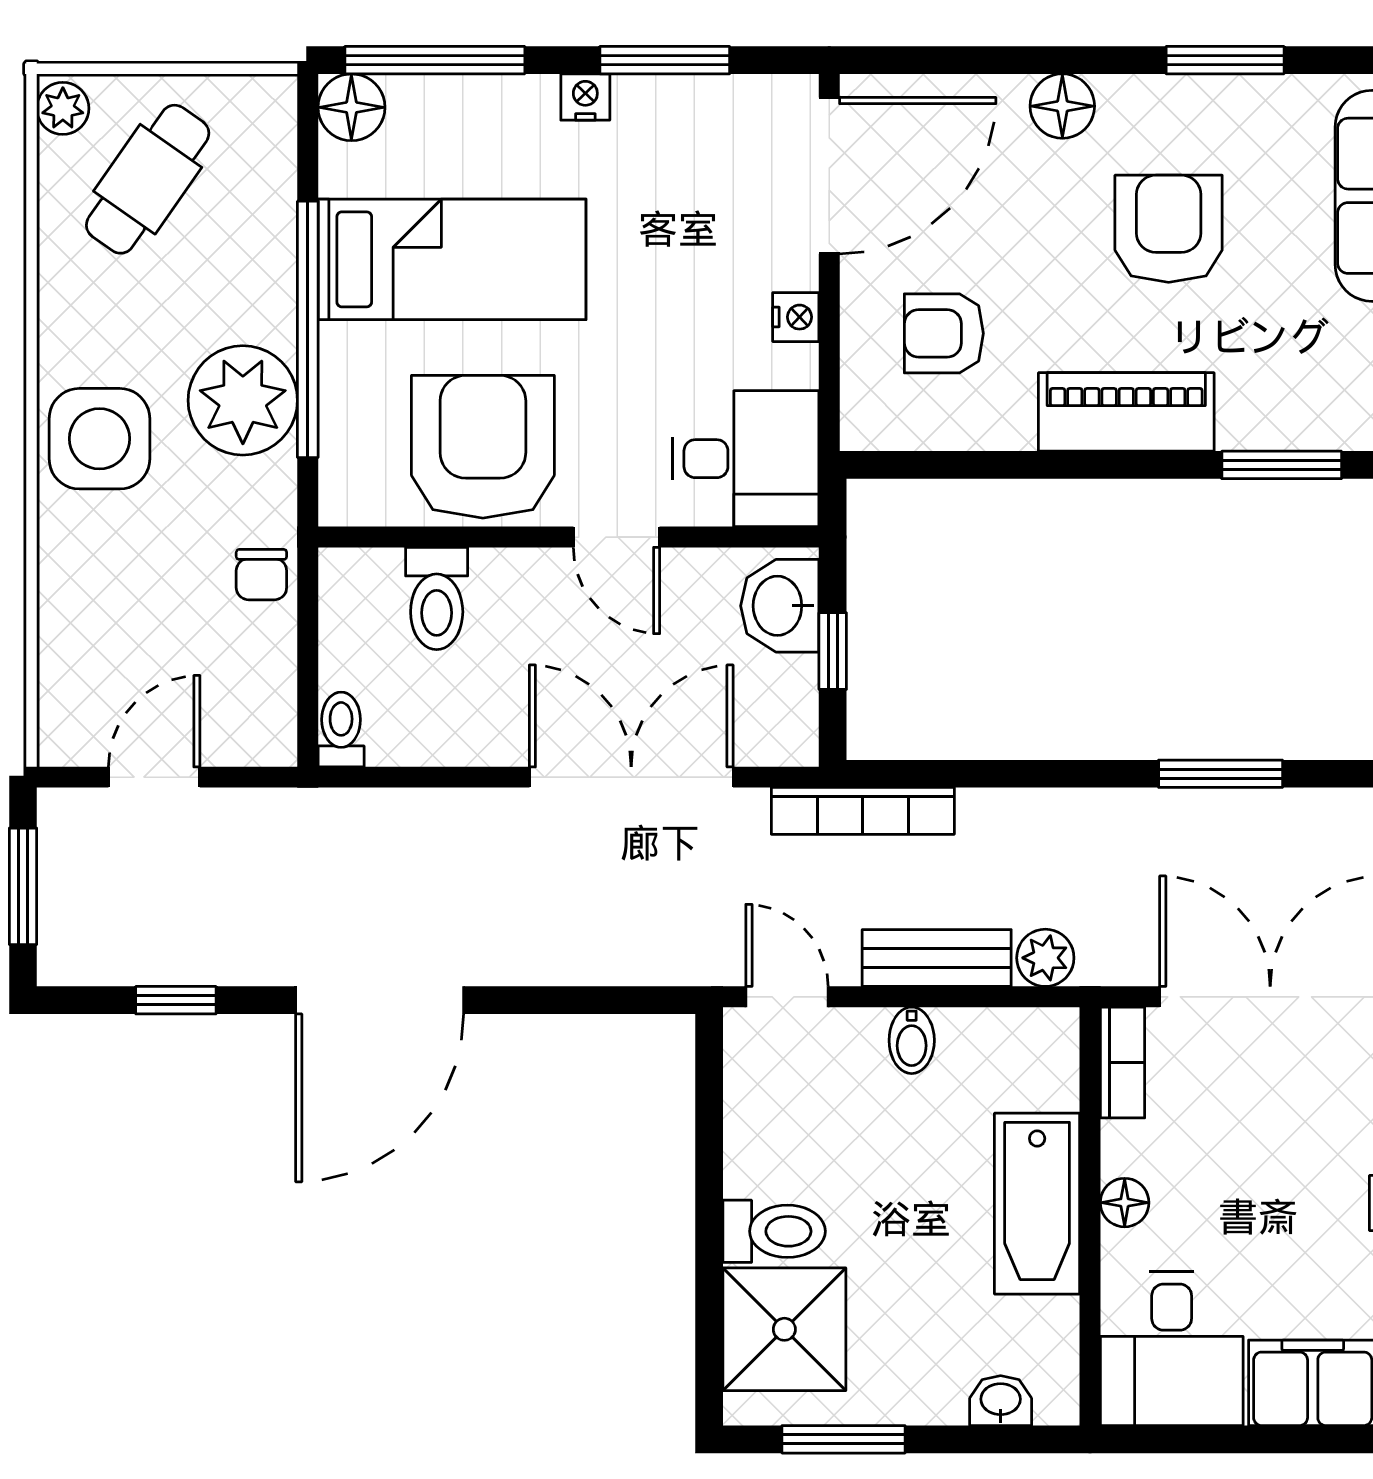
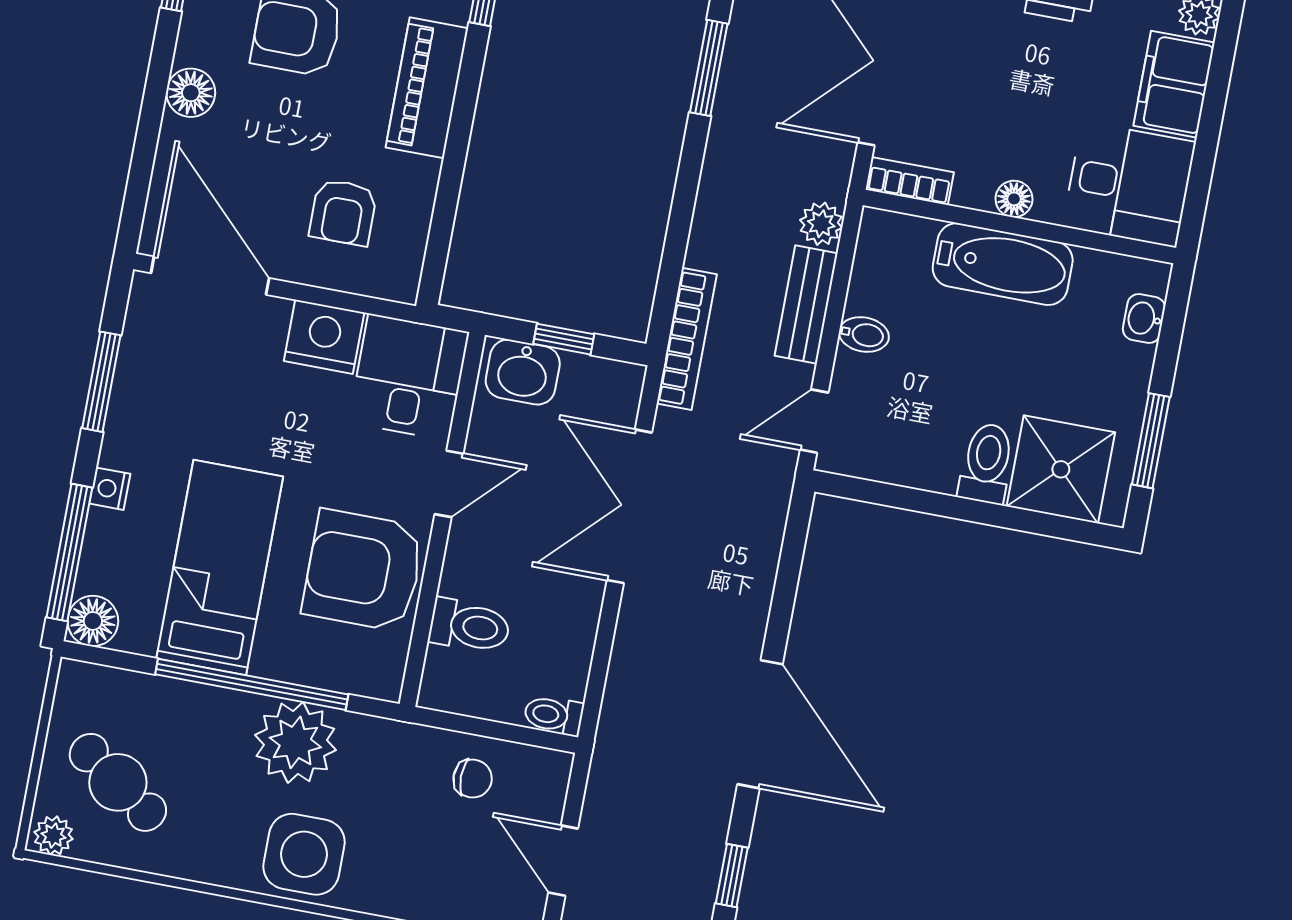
nightstand: (585, 97) -> (110, 489), moved
nightstand: (796, 317) -> (324, 337), width x1.89, depth x1.79
chair: (261, 575) -> (473, 779), moved

